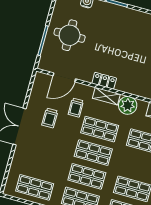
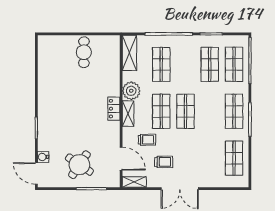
round table: (70, 35) -> (79, 165), turned 34
locker: (104, 81) -> (114, 109), moved
shelving: (38, 84) -> (134, 182), added
shop shelf: (87, 176) -> (210, 111), removed

